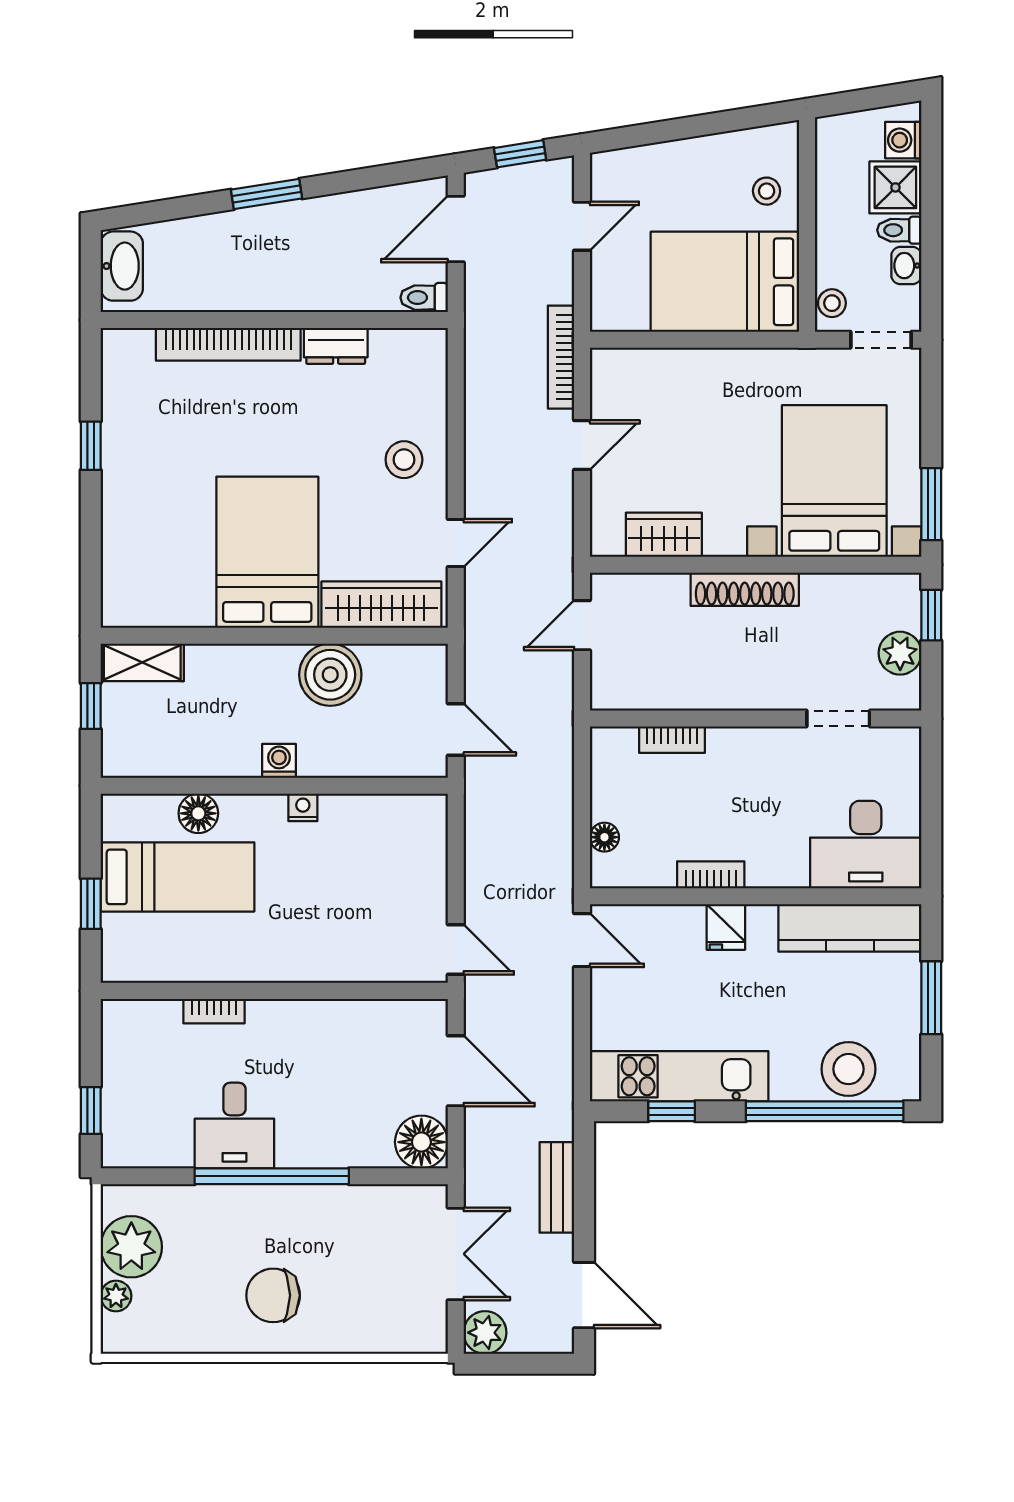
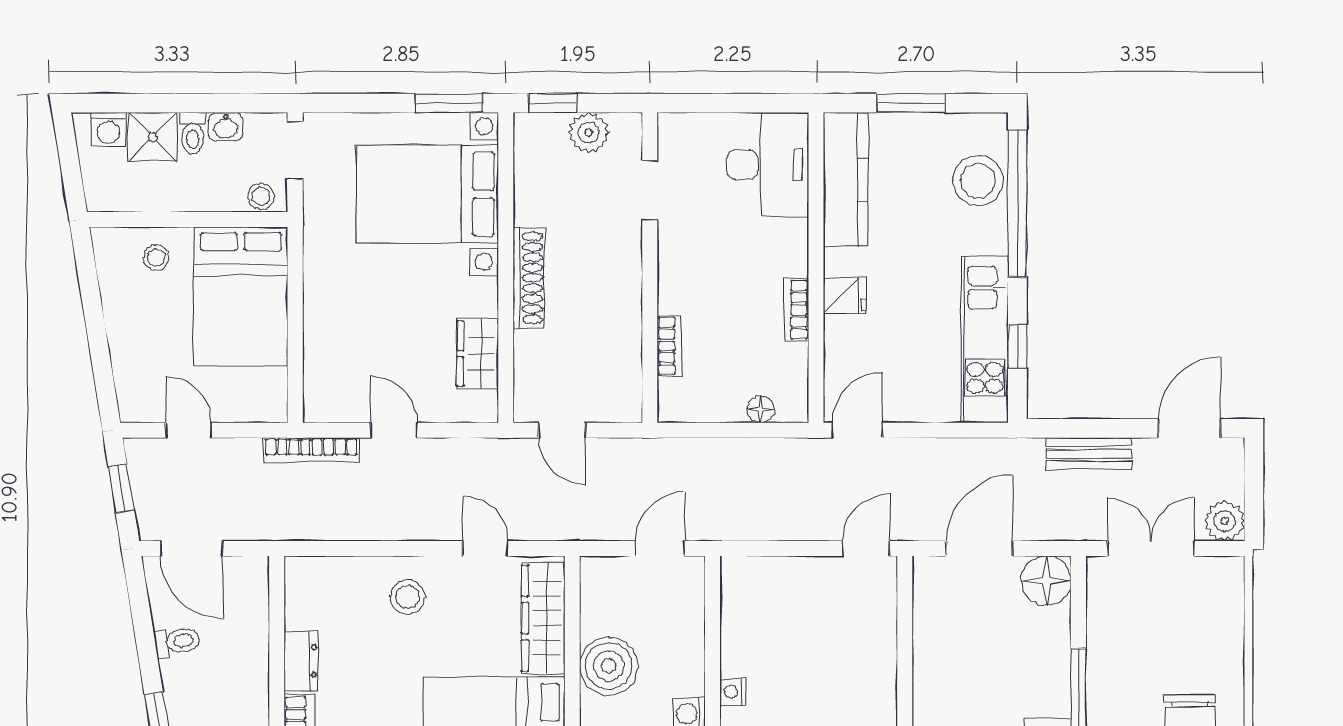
toilet: (424, 298) -> (177, 642), moved, turned -99

